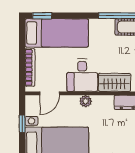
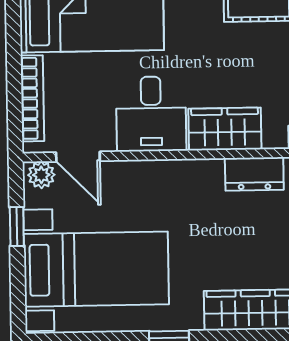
door: (50, 93) -> (78, 157), hinge flipped
plant: (86, 101) -> (41, 175), moved

